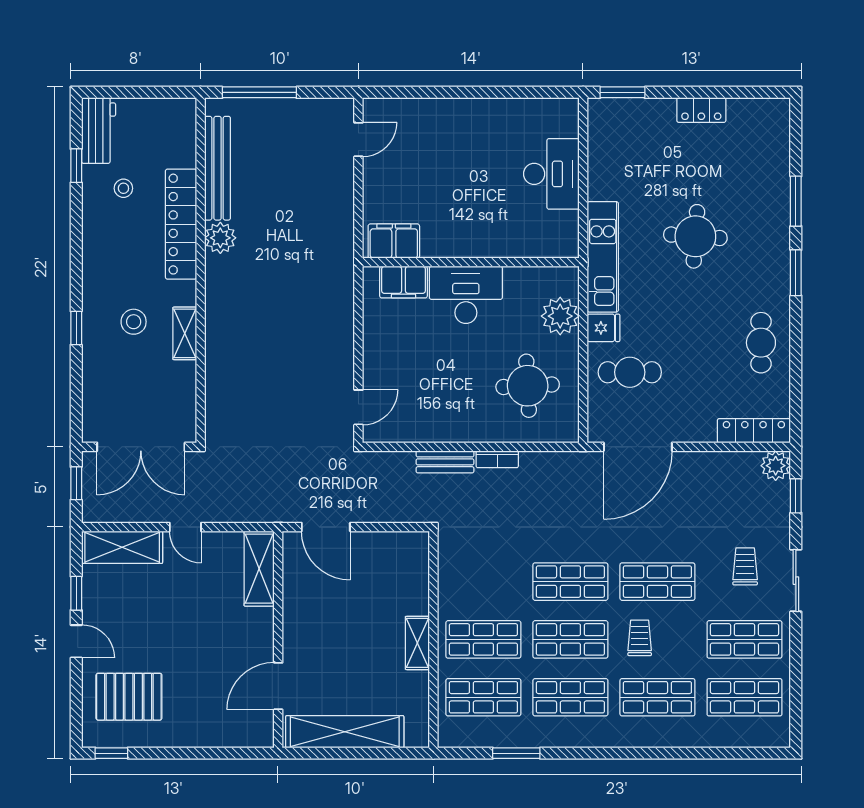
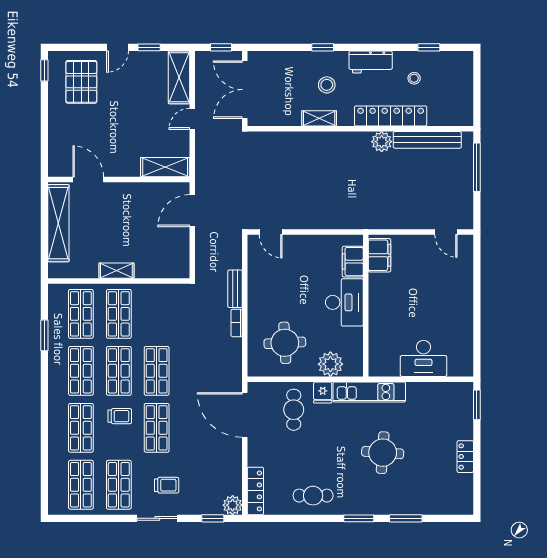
workbench: (99, 131) -> (371, 62), moved

